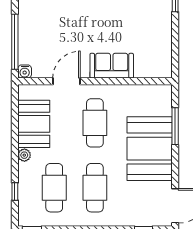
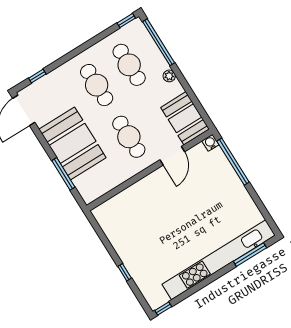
sofa: (112, 66) -> (144, 191), removed
booth: (34, 124) -> (185, 118), moved
window: (15, 192) -> (159, 42), width x3.17

